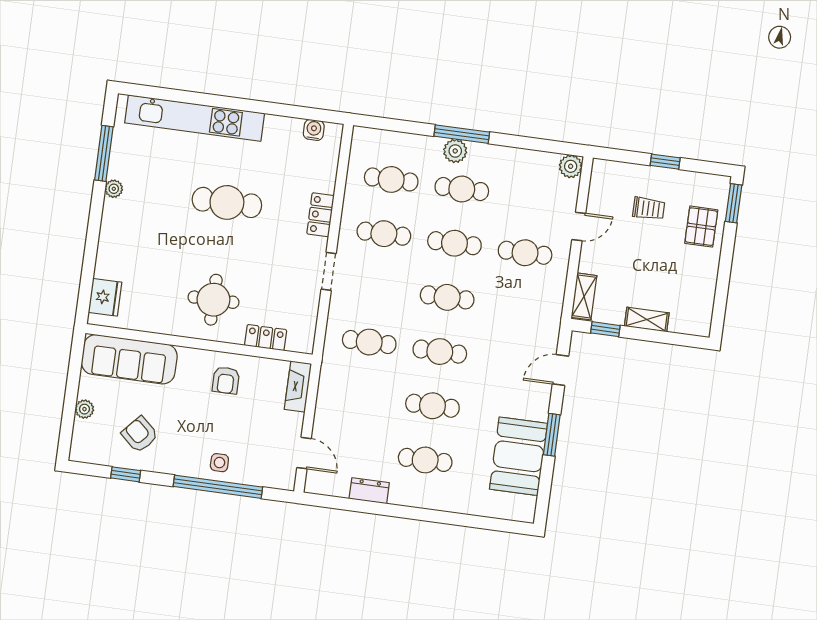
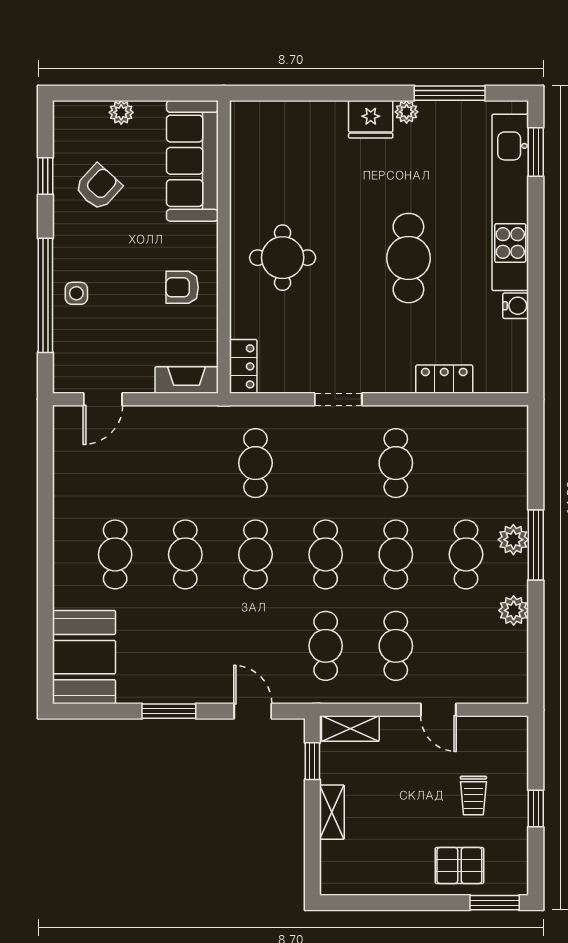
window: (158, 93) -> (536, 152), added
water cooler: (314, 130) -> (516, 306), moved
plant: (571, 166) -> (514, 610), moved
cafe table: (391, 179) -> (326, 646), moved
locker: (320, 215) -> (444, 379), moved
fridge: (105, 297) -> (371, 119), moved
locker: (266, 338) -> (243, 366), moved
booth: (518, 456) -> (84, 657), moved, turned 90
dresser: (369, 491) -> (66, 489), removed

